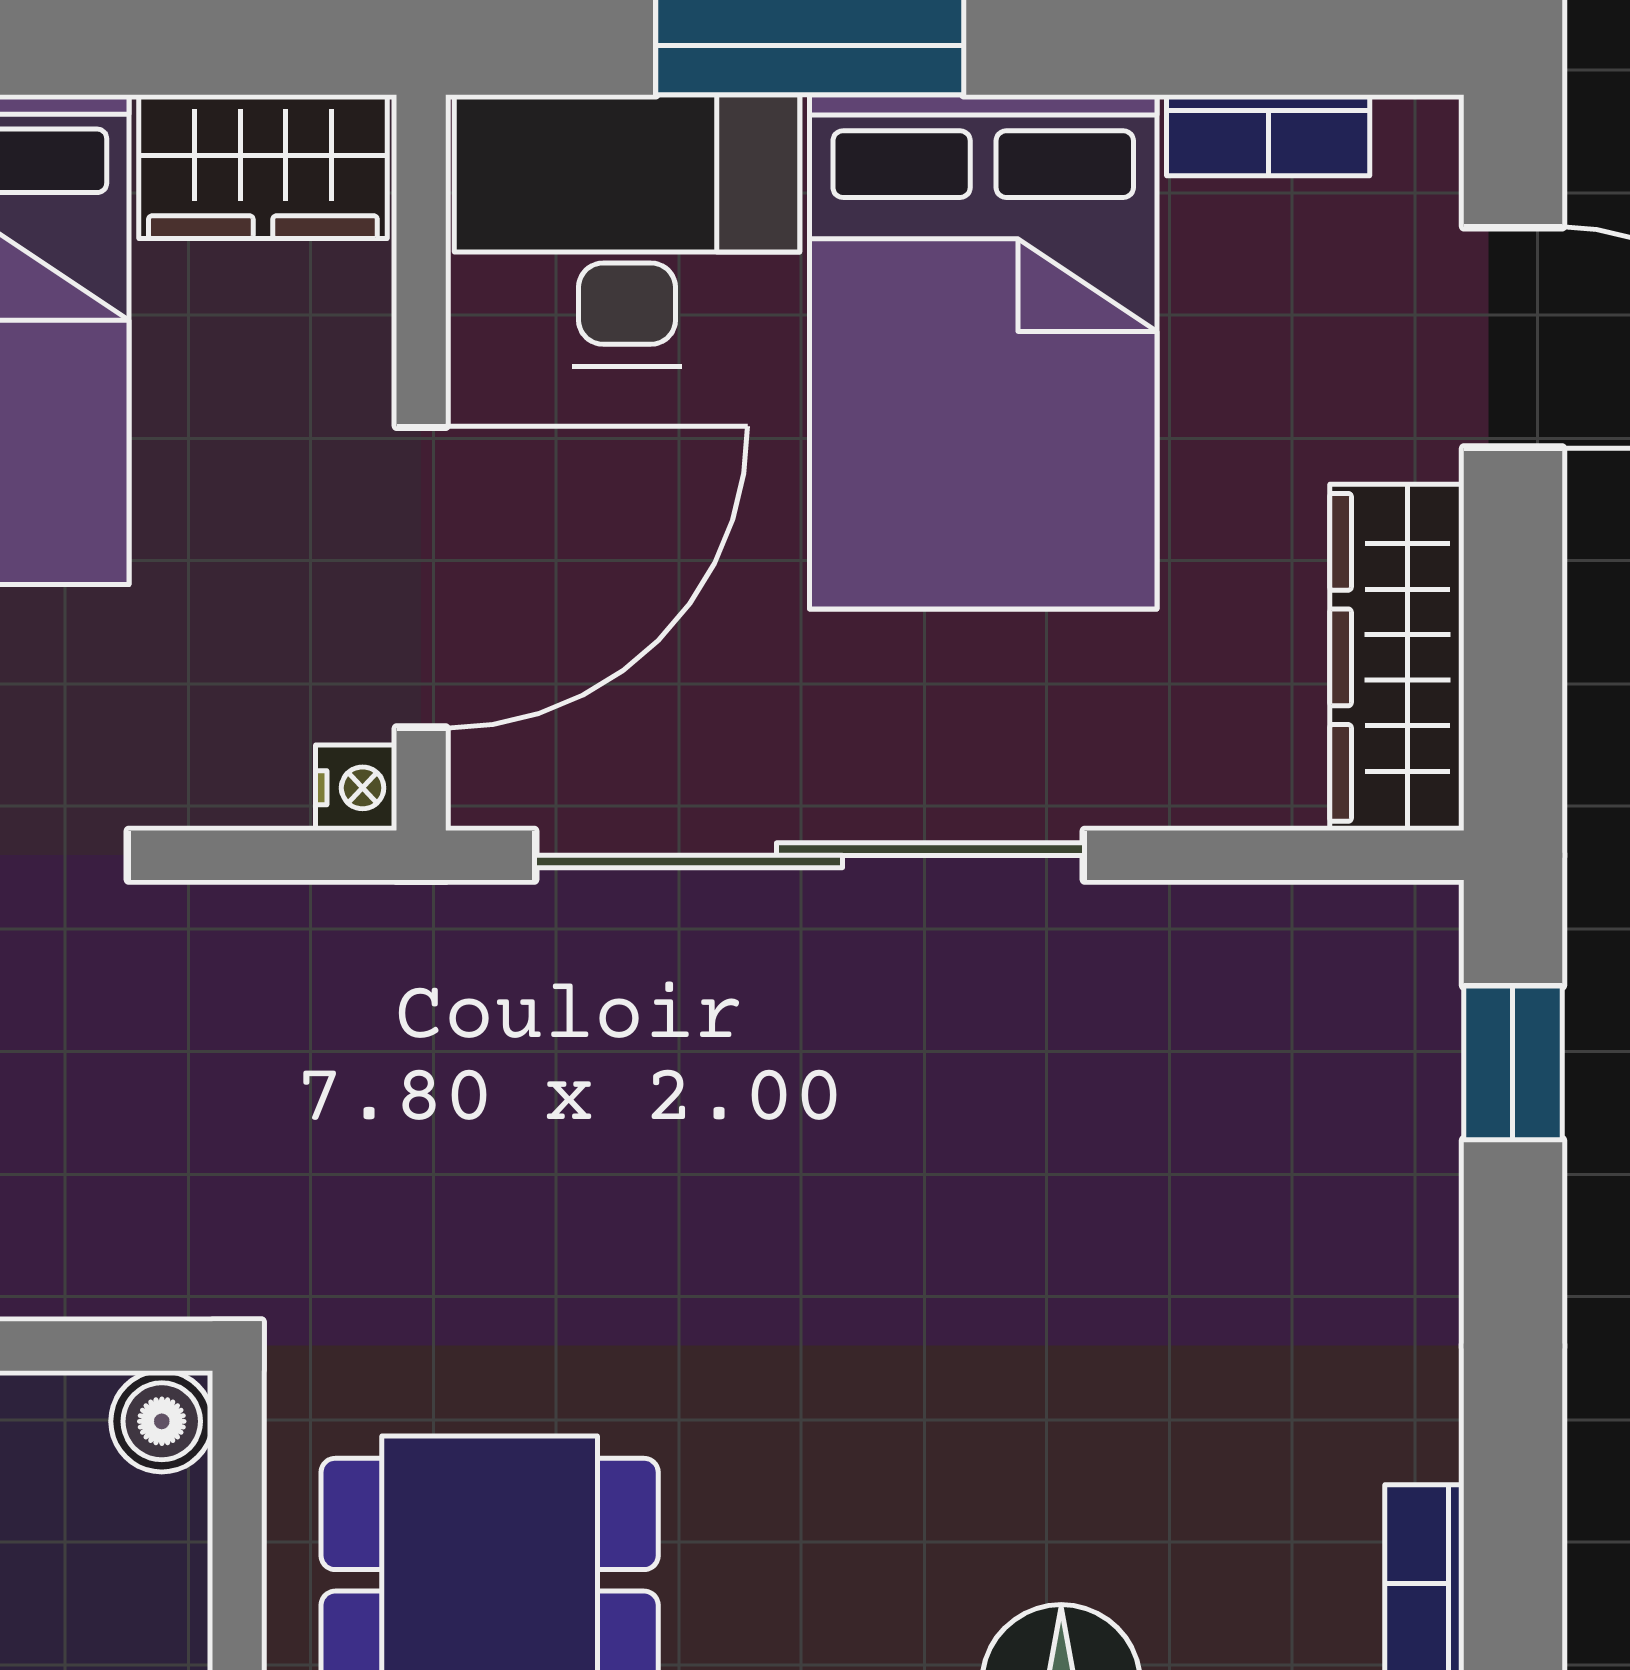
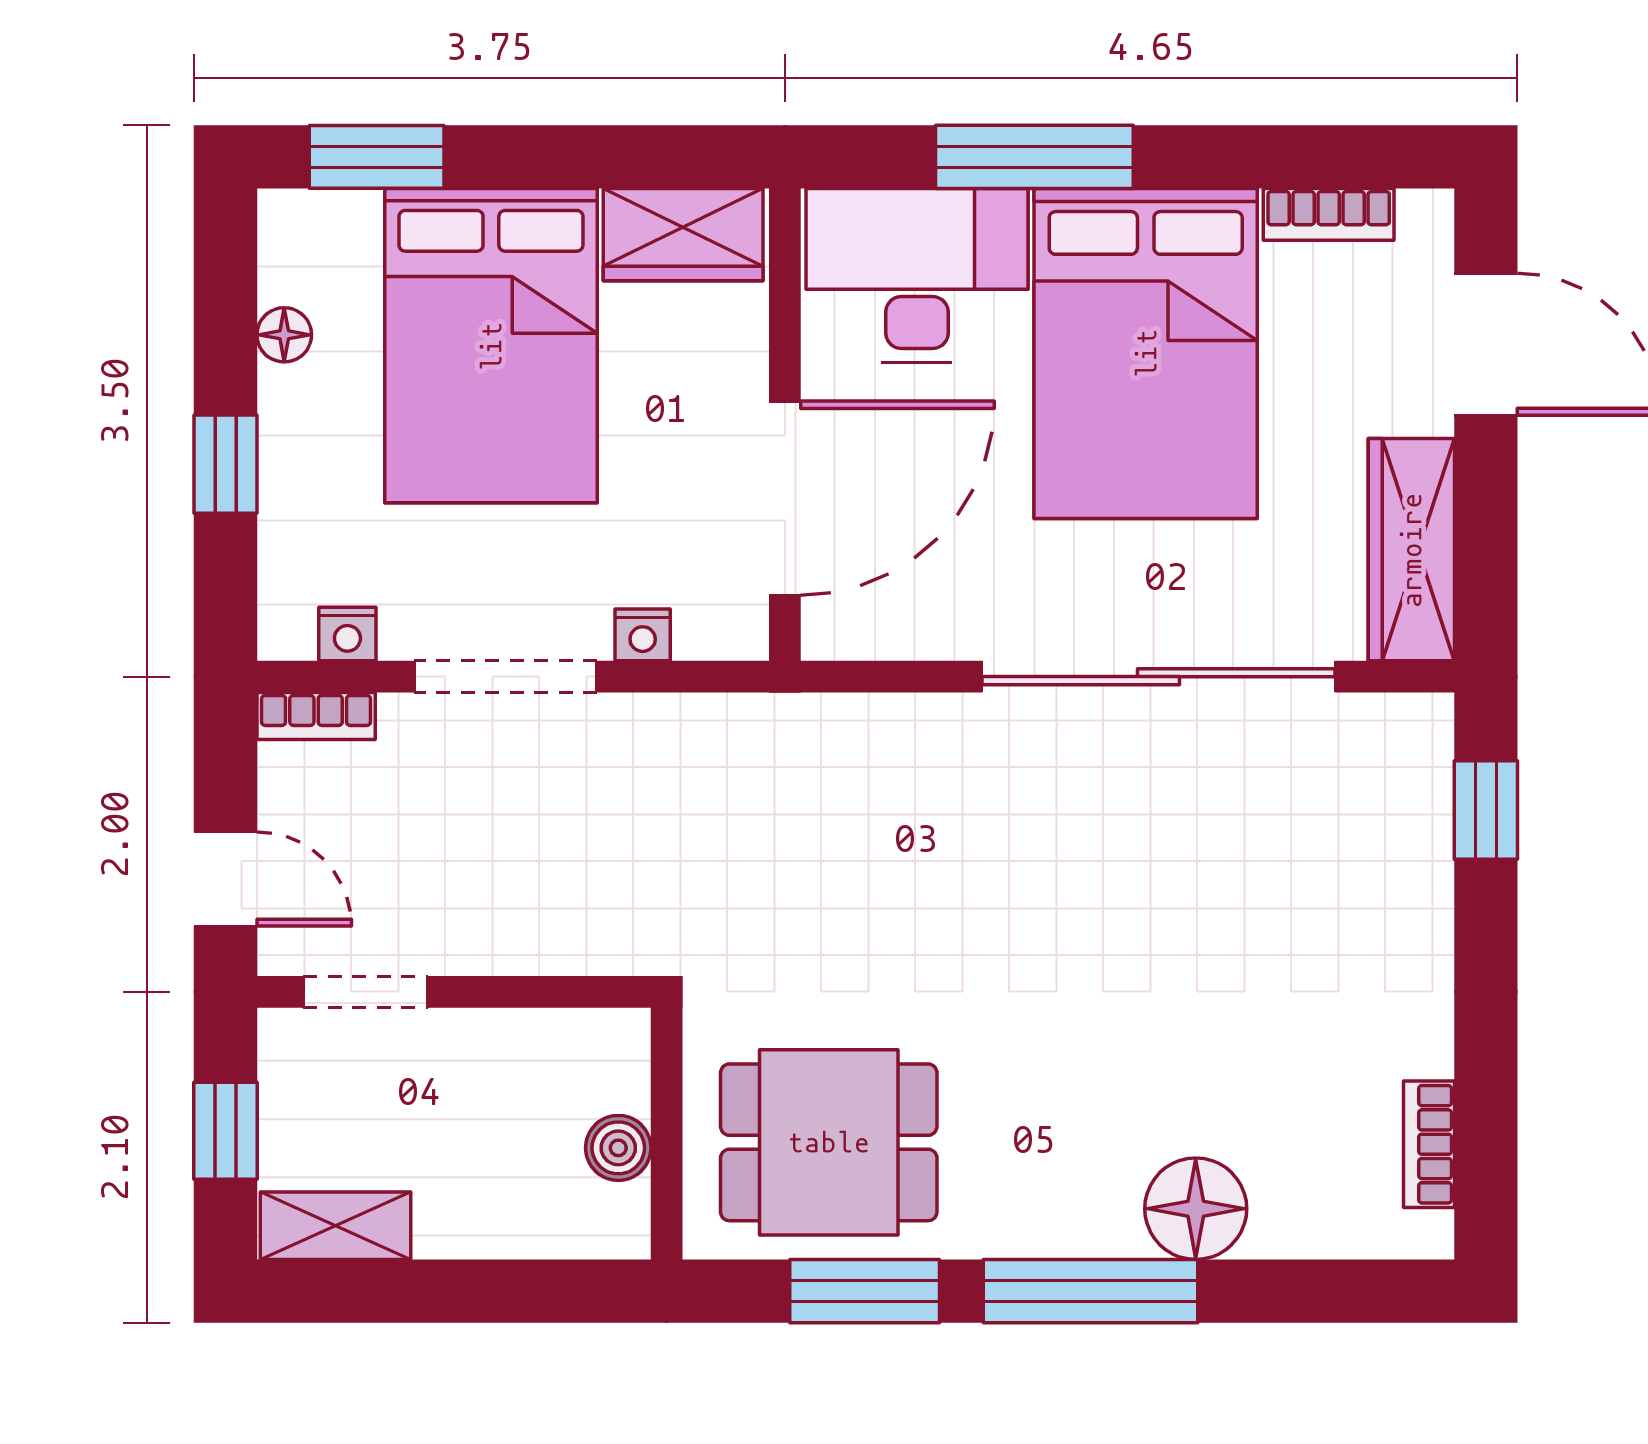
nightstand: (356, 788) -> (643, 635), moved, turned 90
sliding door: (810, 855) -> (1158, 677), moved
boiler: (162, 1421) -> (618, 1148), moved

